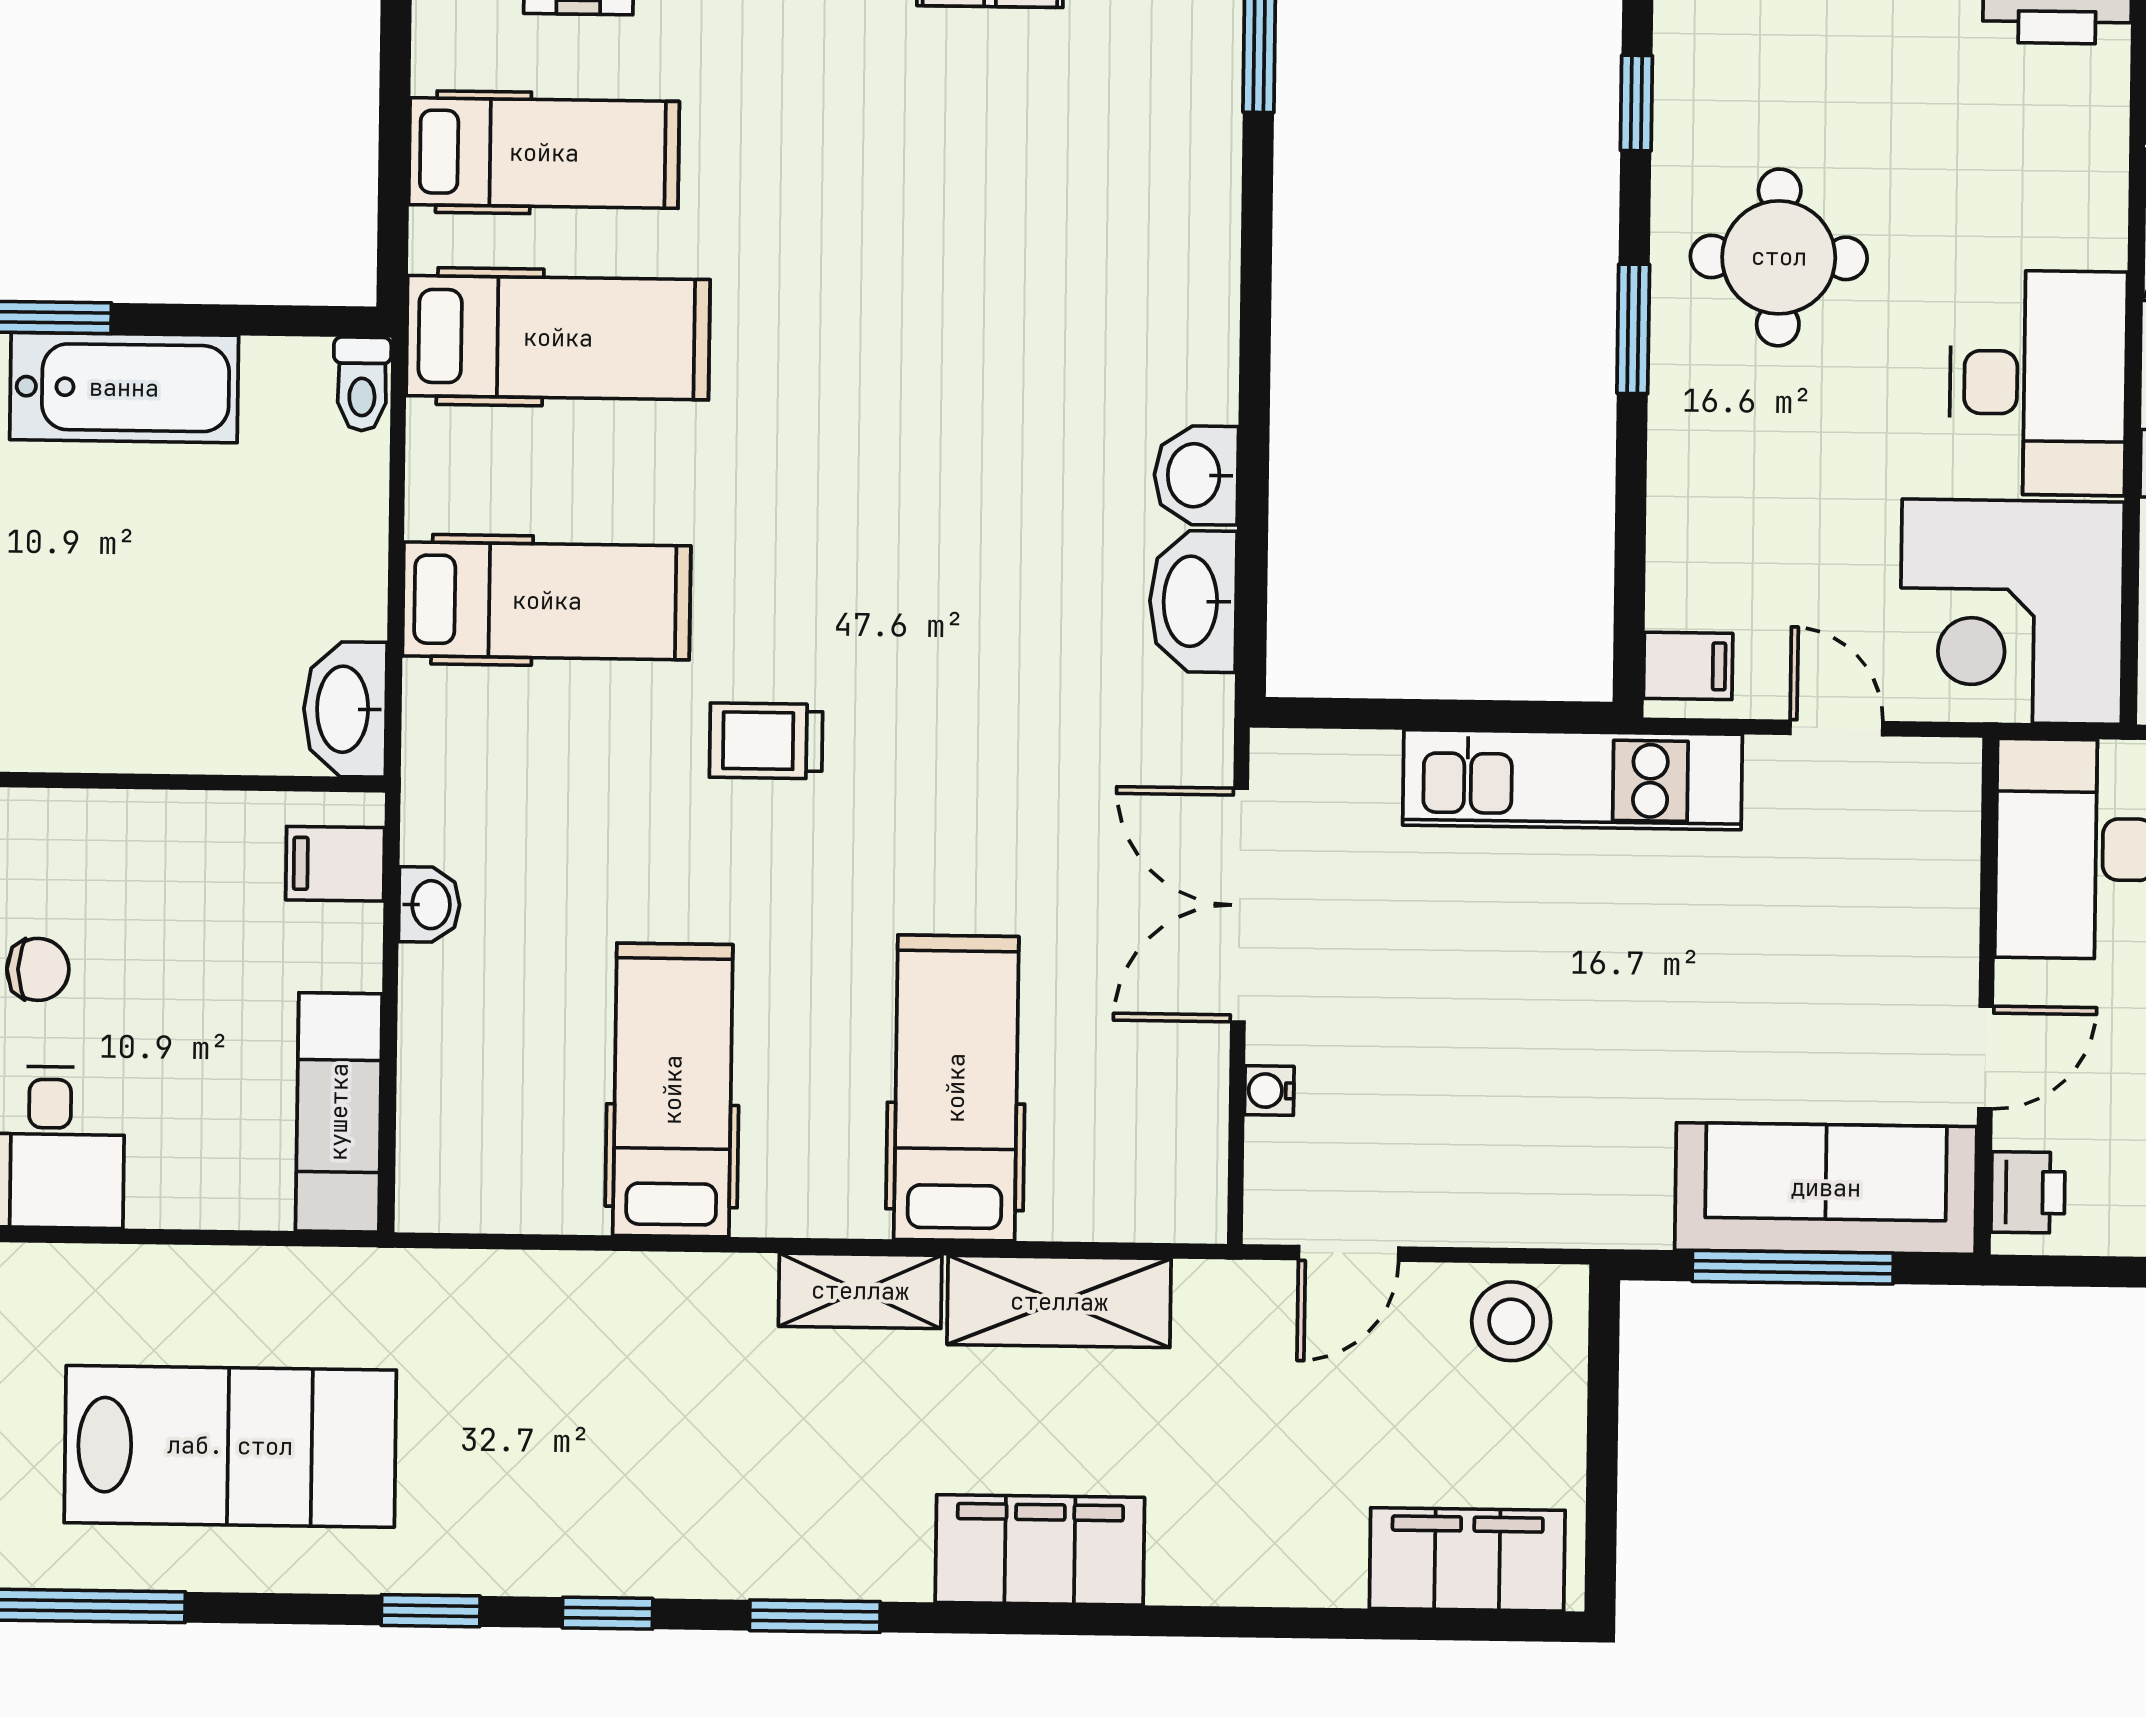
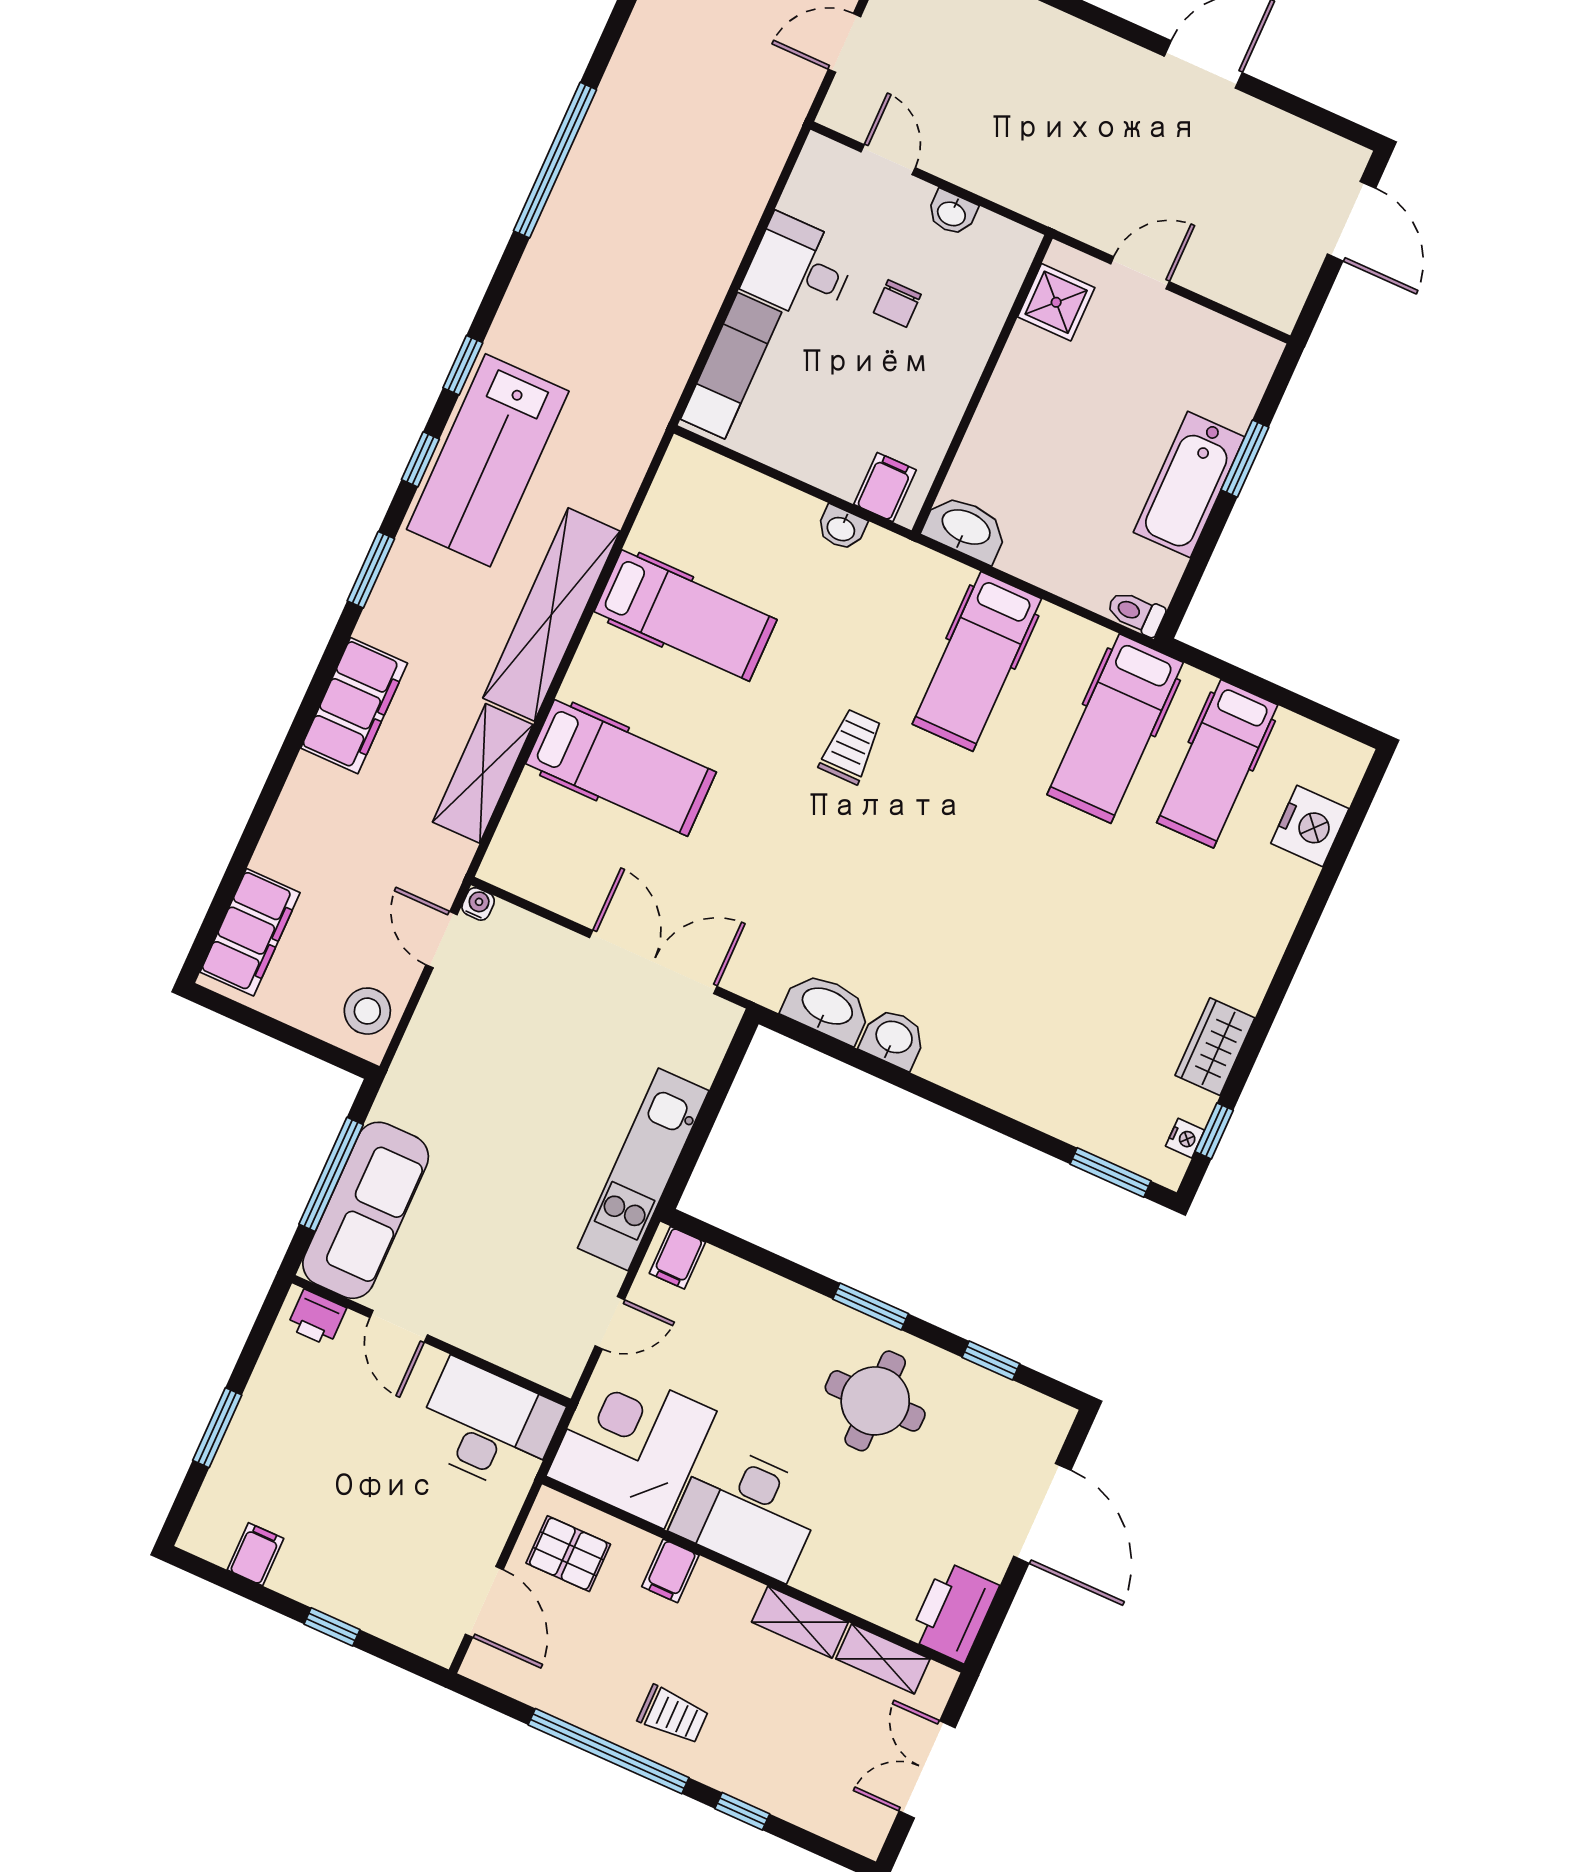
water cooler: (1269, 1091) -> (478, 904), moved
exam couch: (339, 1112) -> (731, 366), moved, turned 90
shelving: (860, 1291) -> (551, 615), width x2.20, depth x1.33
lab bench: (230, 1446) -> (488, 460), moved

